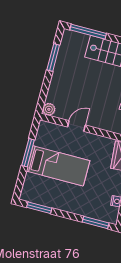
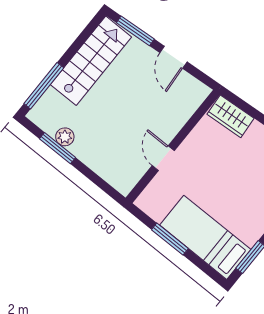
plant: (49, 109) -> (65, 137), moved
bed: (58, 166) -> (205, 237), moved, turned -90

